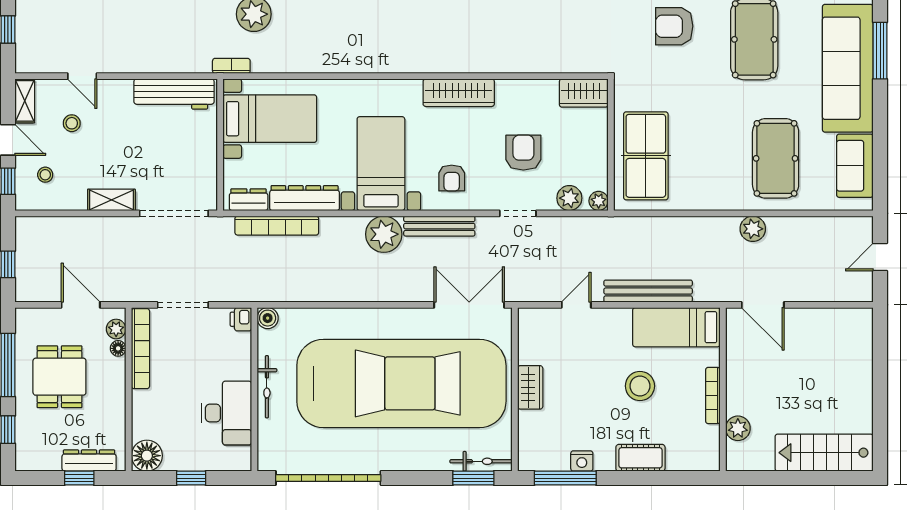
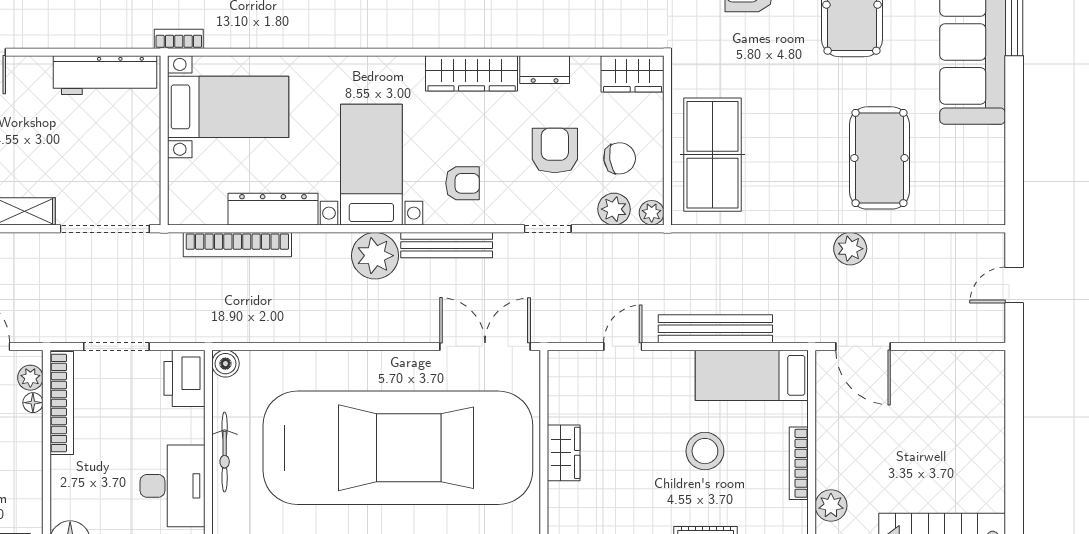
chair: (574, 159) -> (620, 158), added
sofa: (855, 166) -> (982, 167), removed
armchair: (452, 178) -> (463, 183), turned -90
dresser: (249, 200) -> (545, 70), moved, turned 180
printer: (241, 319) -> (184, 378), width x1.87, depth x1.48

